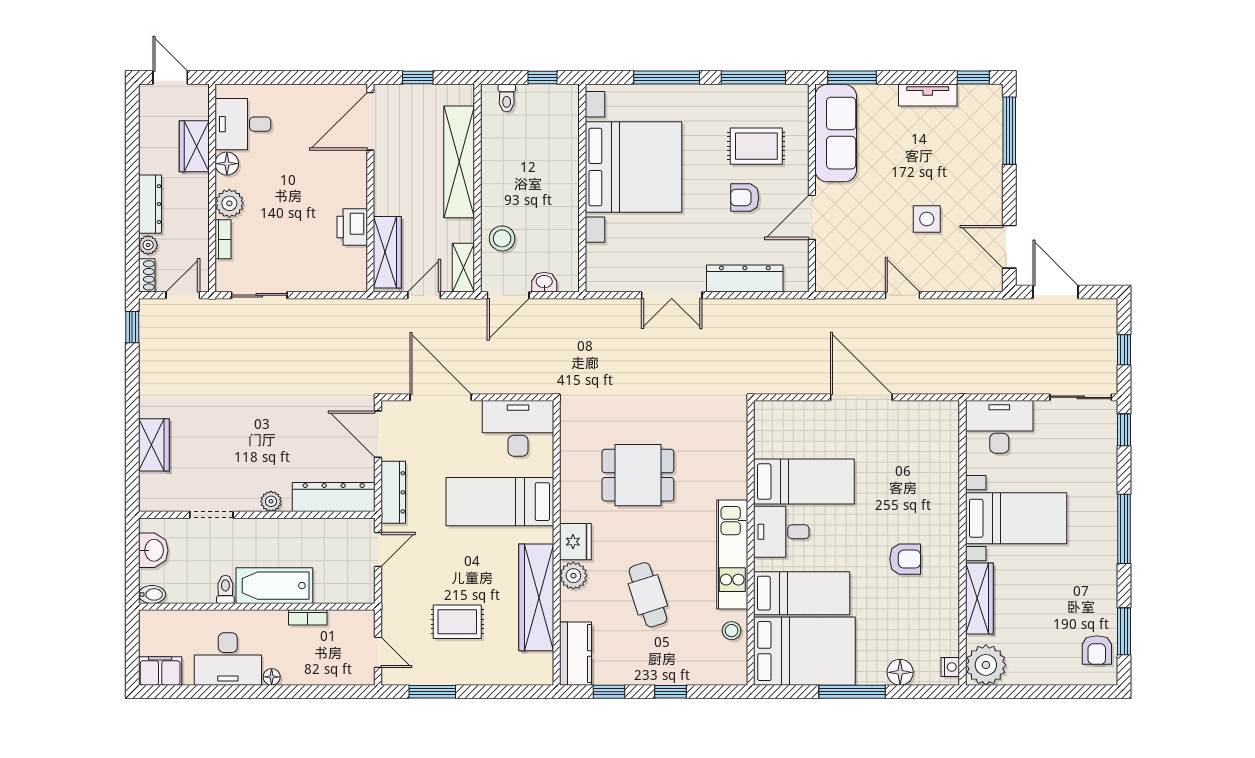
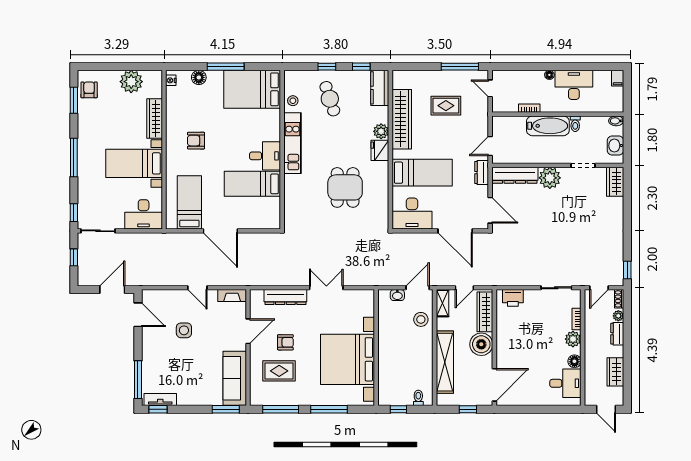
tv unit: (928, 95) -> (160, 399), moved
wardrobe: (194, 146) -> (615, 372), moved, turned 180
boiler: (394, 194) -> (481, 344), added
dresser: (150, 204) -> (617, 334), width x0.70
printer: (352, 227) -> (513, 298), moved, turned 90
fireplace: (840, 281) -> (232, 296), added
door: (1055, 292) -> (112, 290), swing flipped
wardrobe: (154, 445) -> (615, 182), moved
dining table: (638, 475) -> (345, 187), turned 90
dresser: (393, 492) -> (482, 173), width x0.70
plant: (271, 501) -> (550, 178), width x1.88, depth x1.88
bed: (802, 593) -> (189, 202), moved, turned 90
cafe table: (648, 595) -> (330, 99), moved
plant: (986, 665) -> (131, 82), moved
filing cabinet: (160, 671) -> (618, 78), width x0.50
window: (432, 692) -> (460, 67), width x1.44

